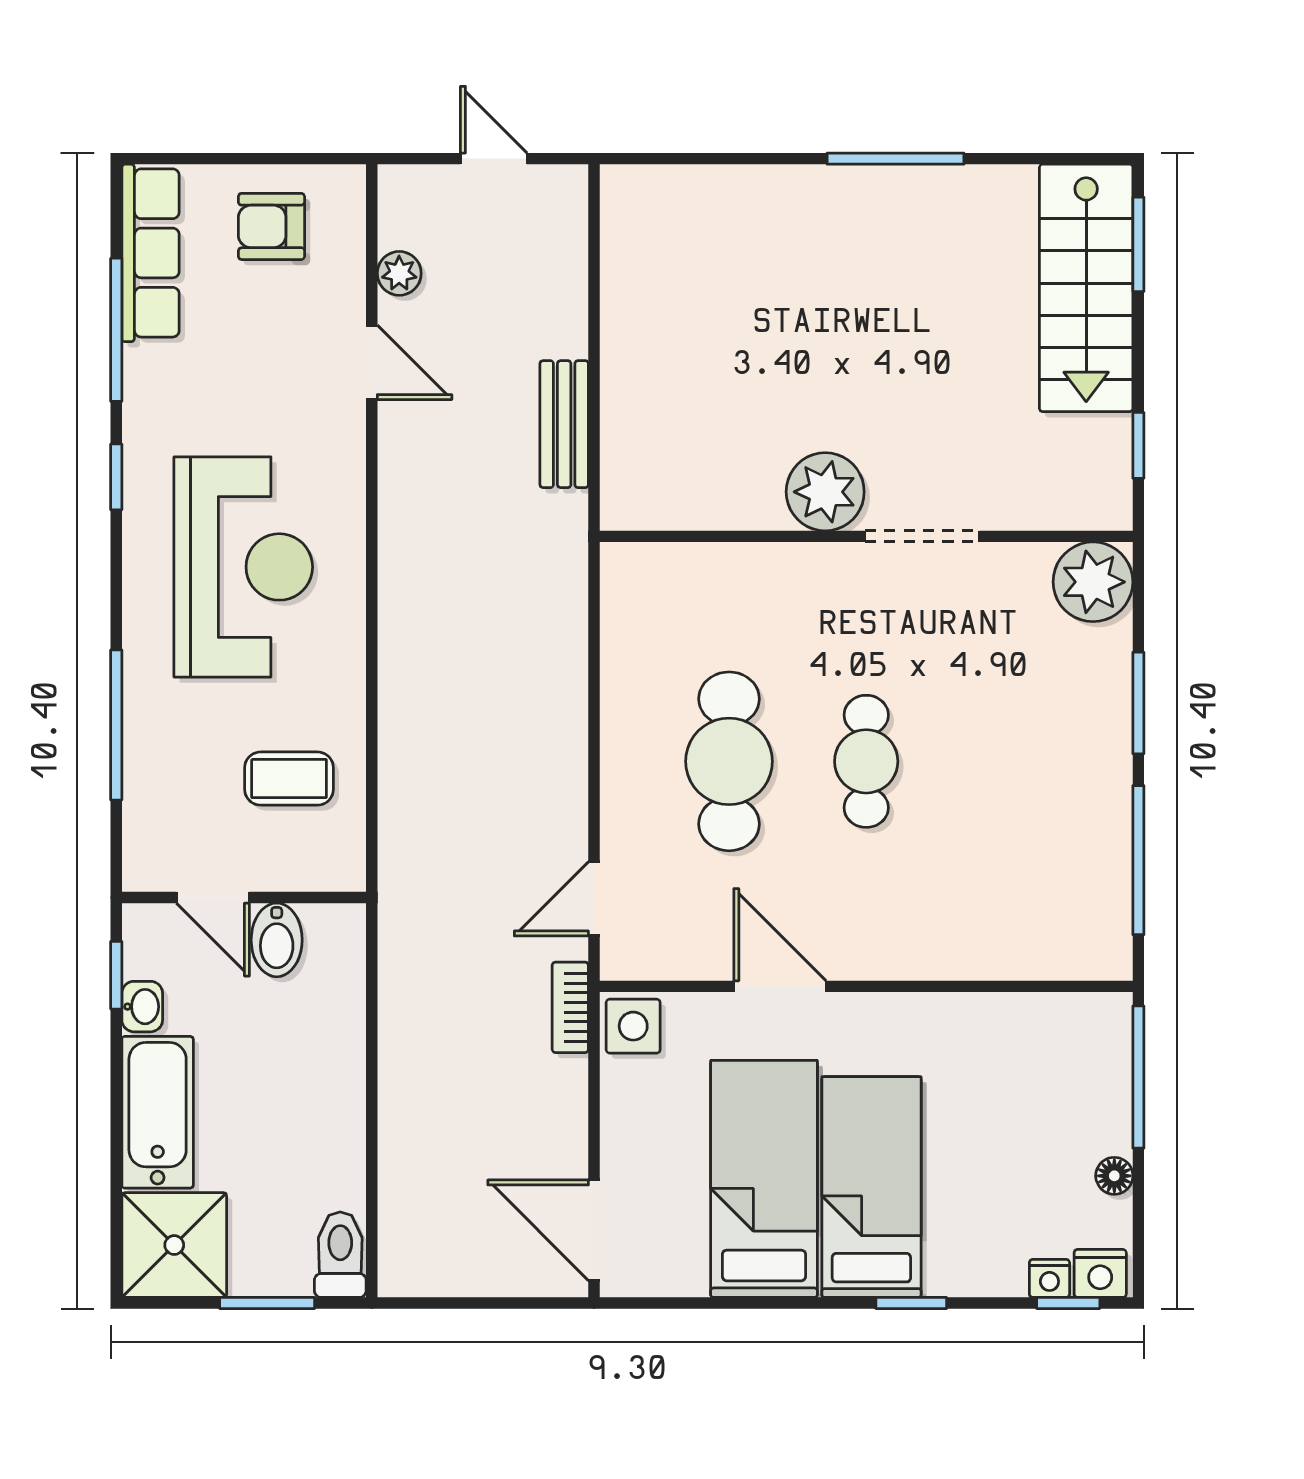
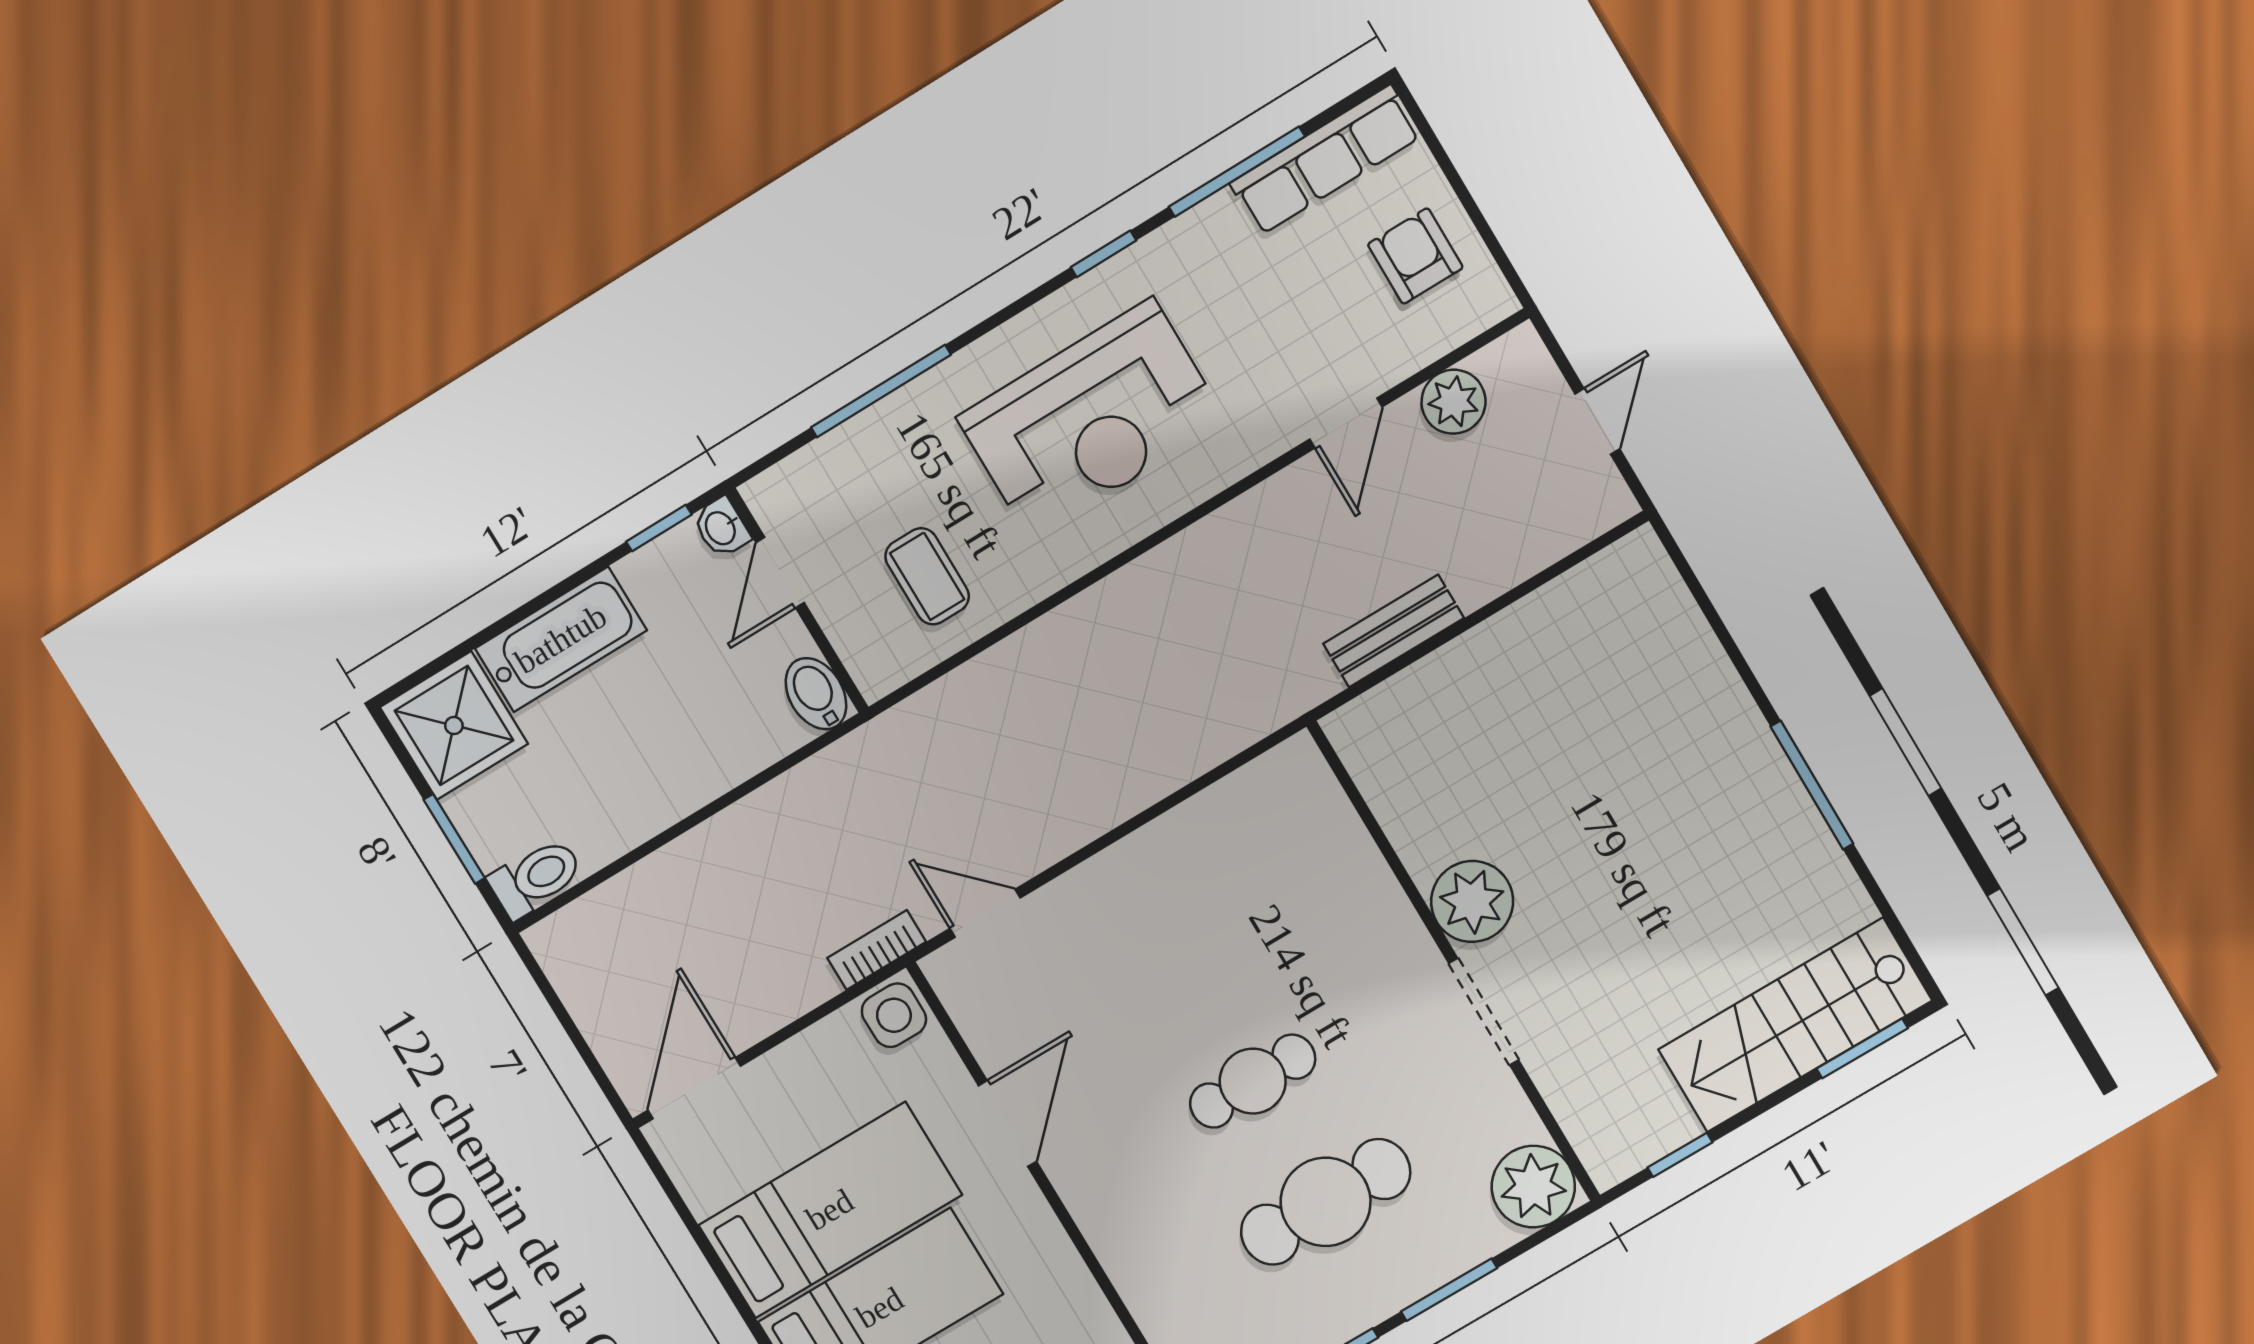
plant: (399, 273) -> (1454, 402), width x1.38, depth x1.38
cafe table: (729, 761) -> (1326, 1202), moved
bidet: (277, 940) -> (816, 694), moved, turned 90
washbasin: (142, 1007) -> (721, 528), moved, turned 90

